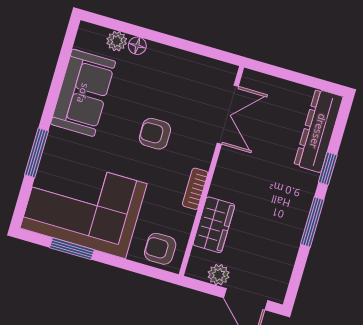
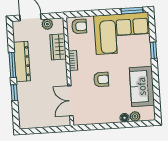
dresser: (318, 131) -> (22, 61), moved
window: (37, 153) -> (154, 50), width x0.67
window: (72, 249) -> (132, 11), moved

